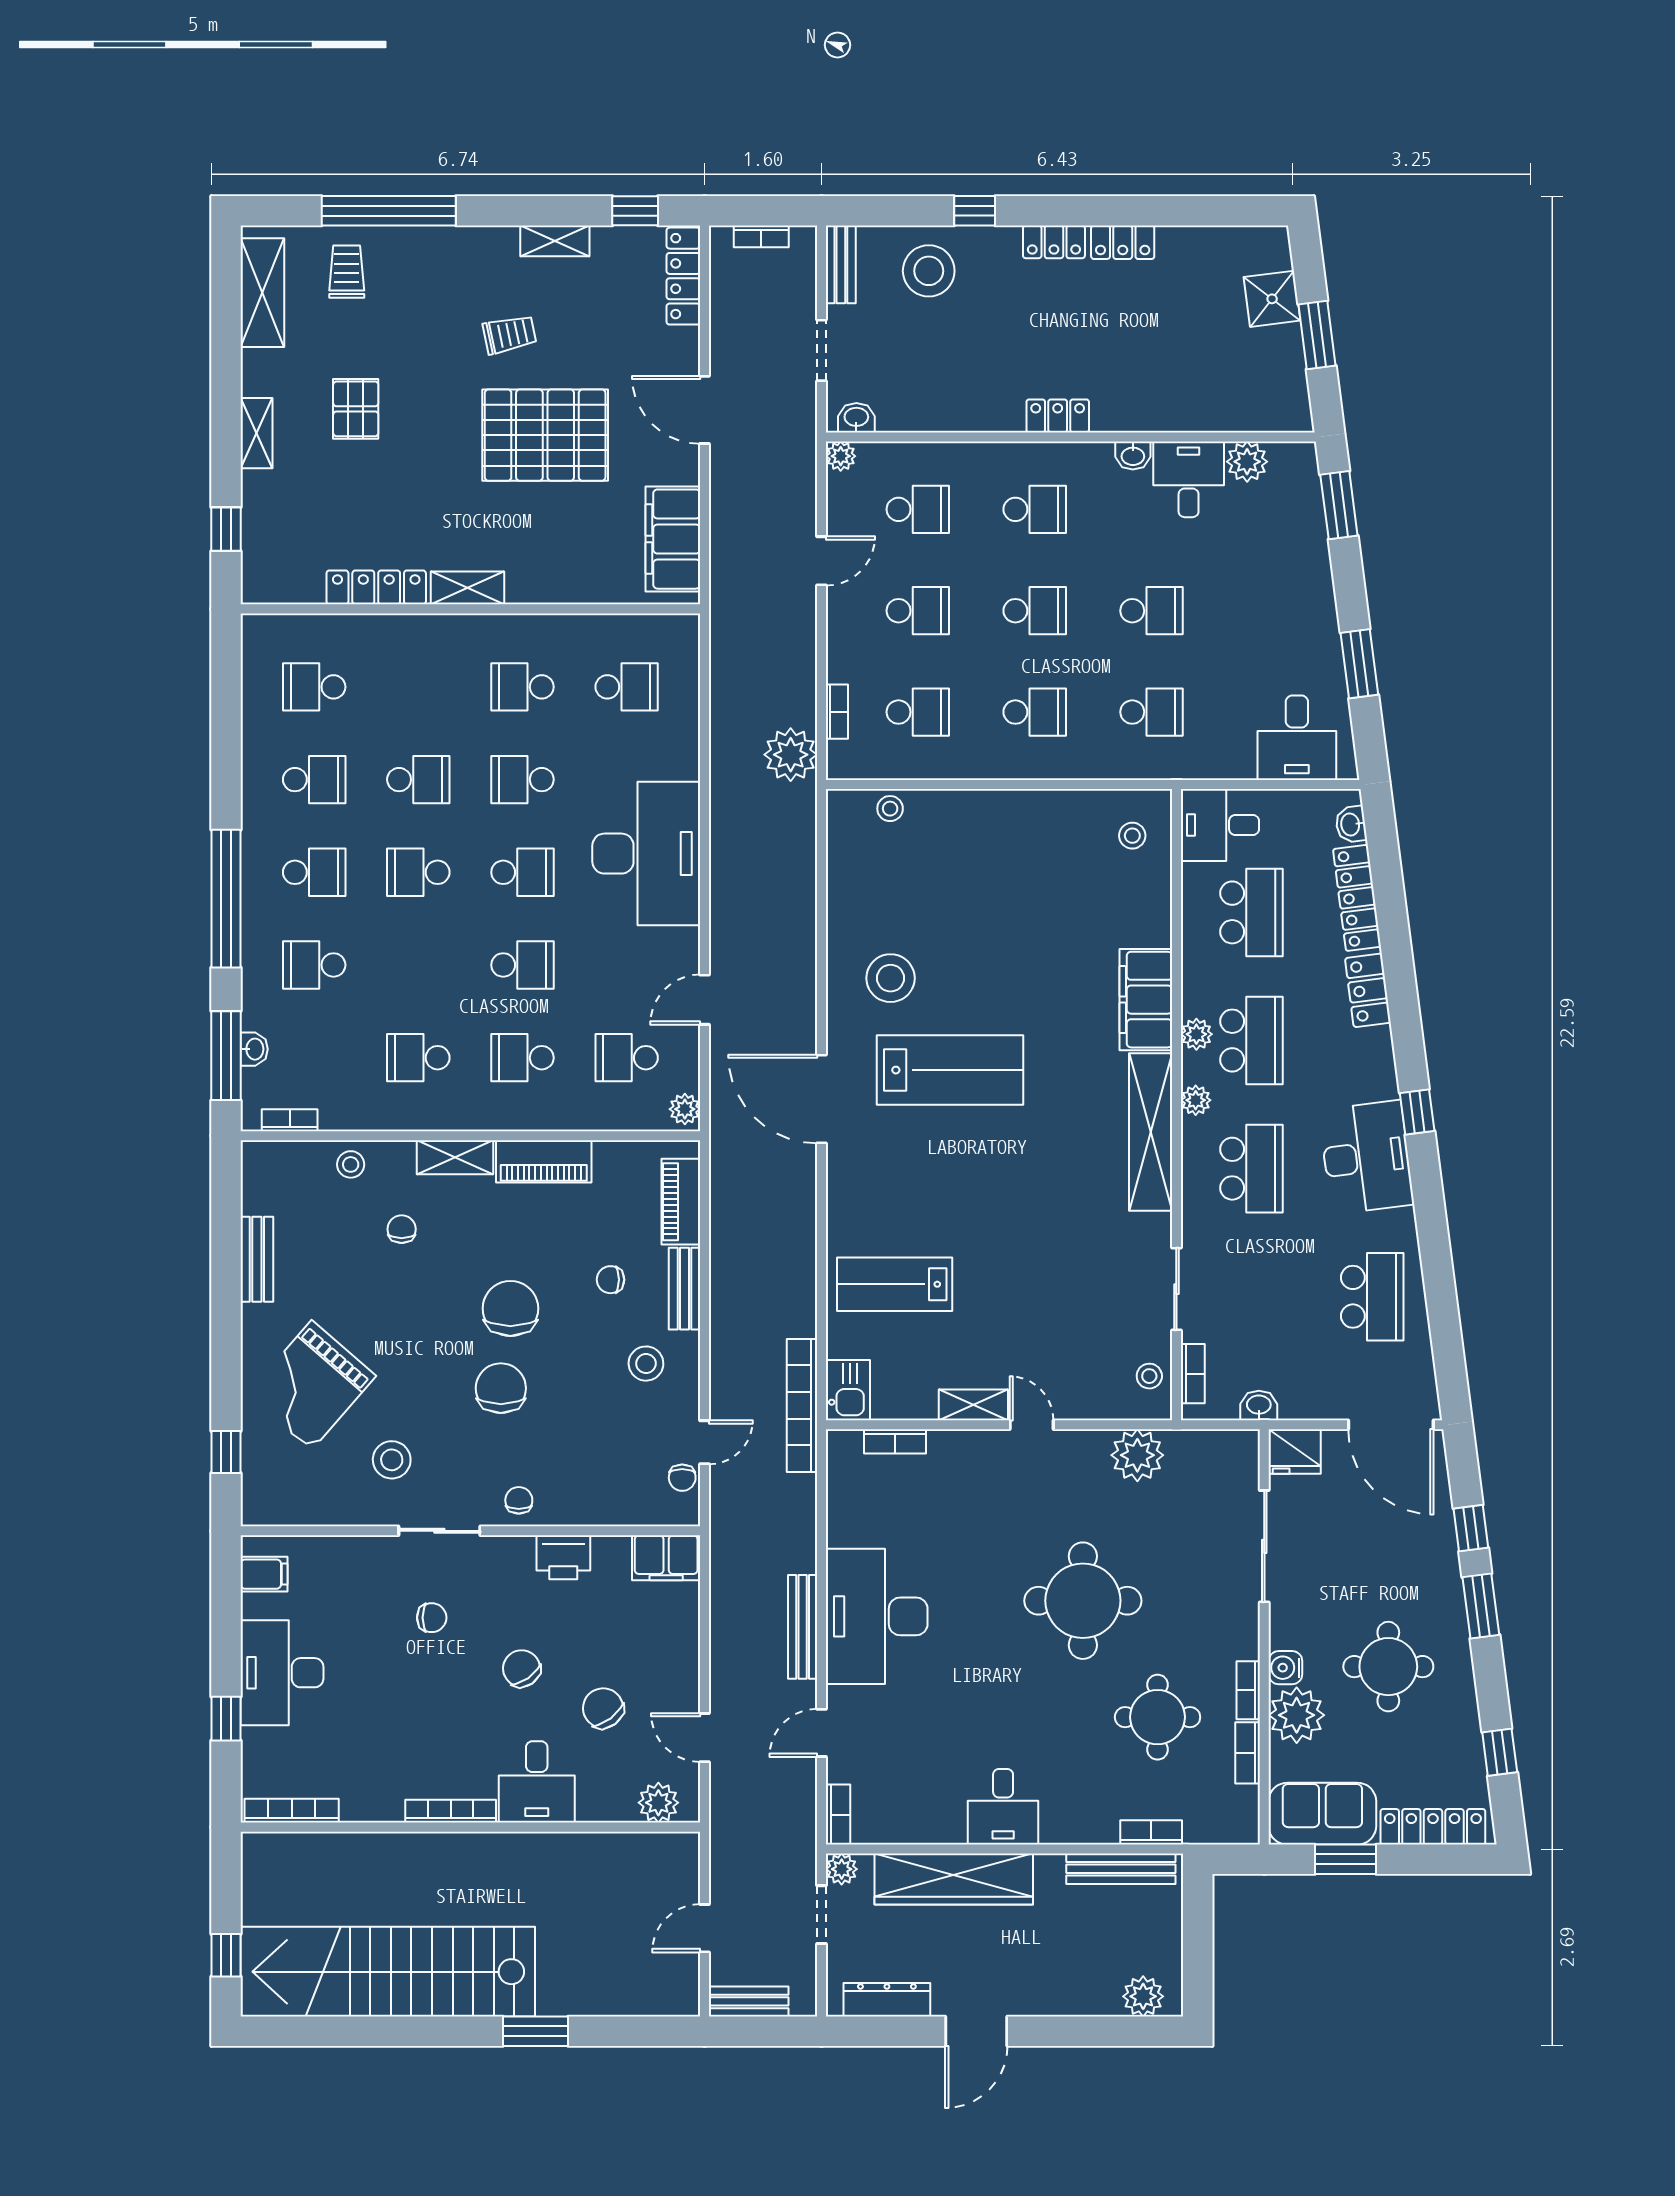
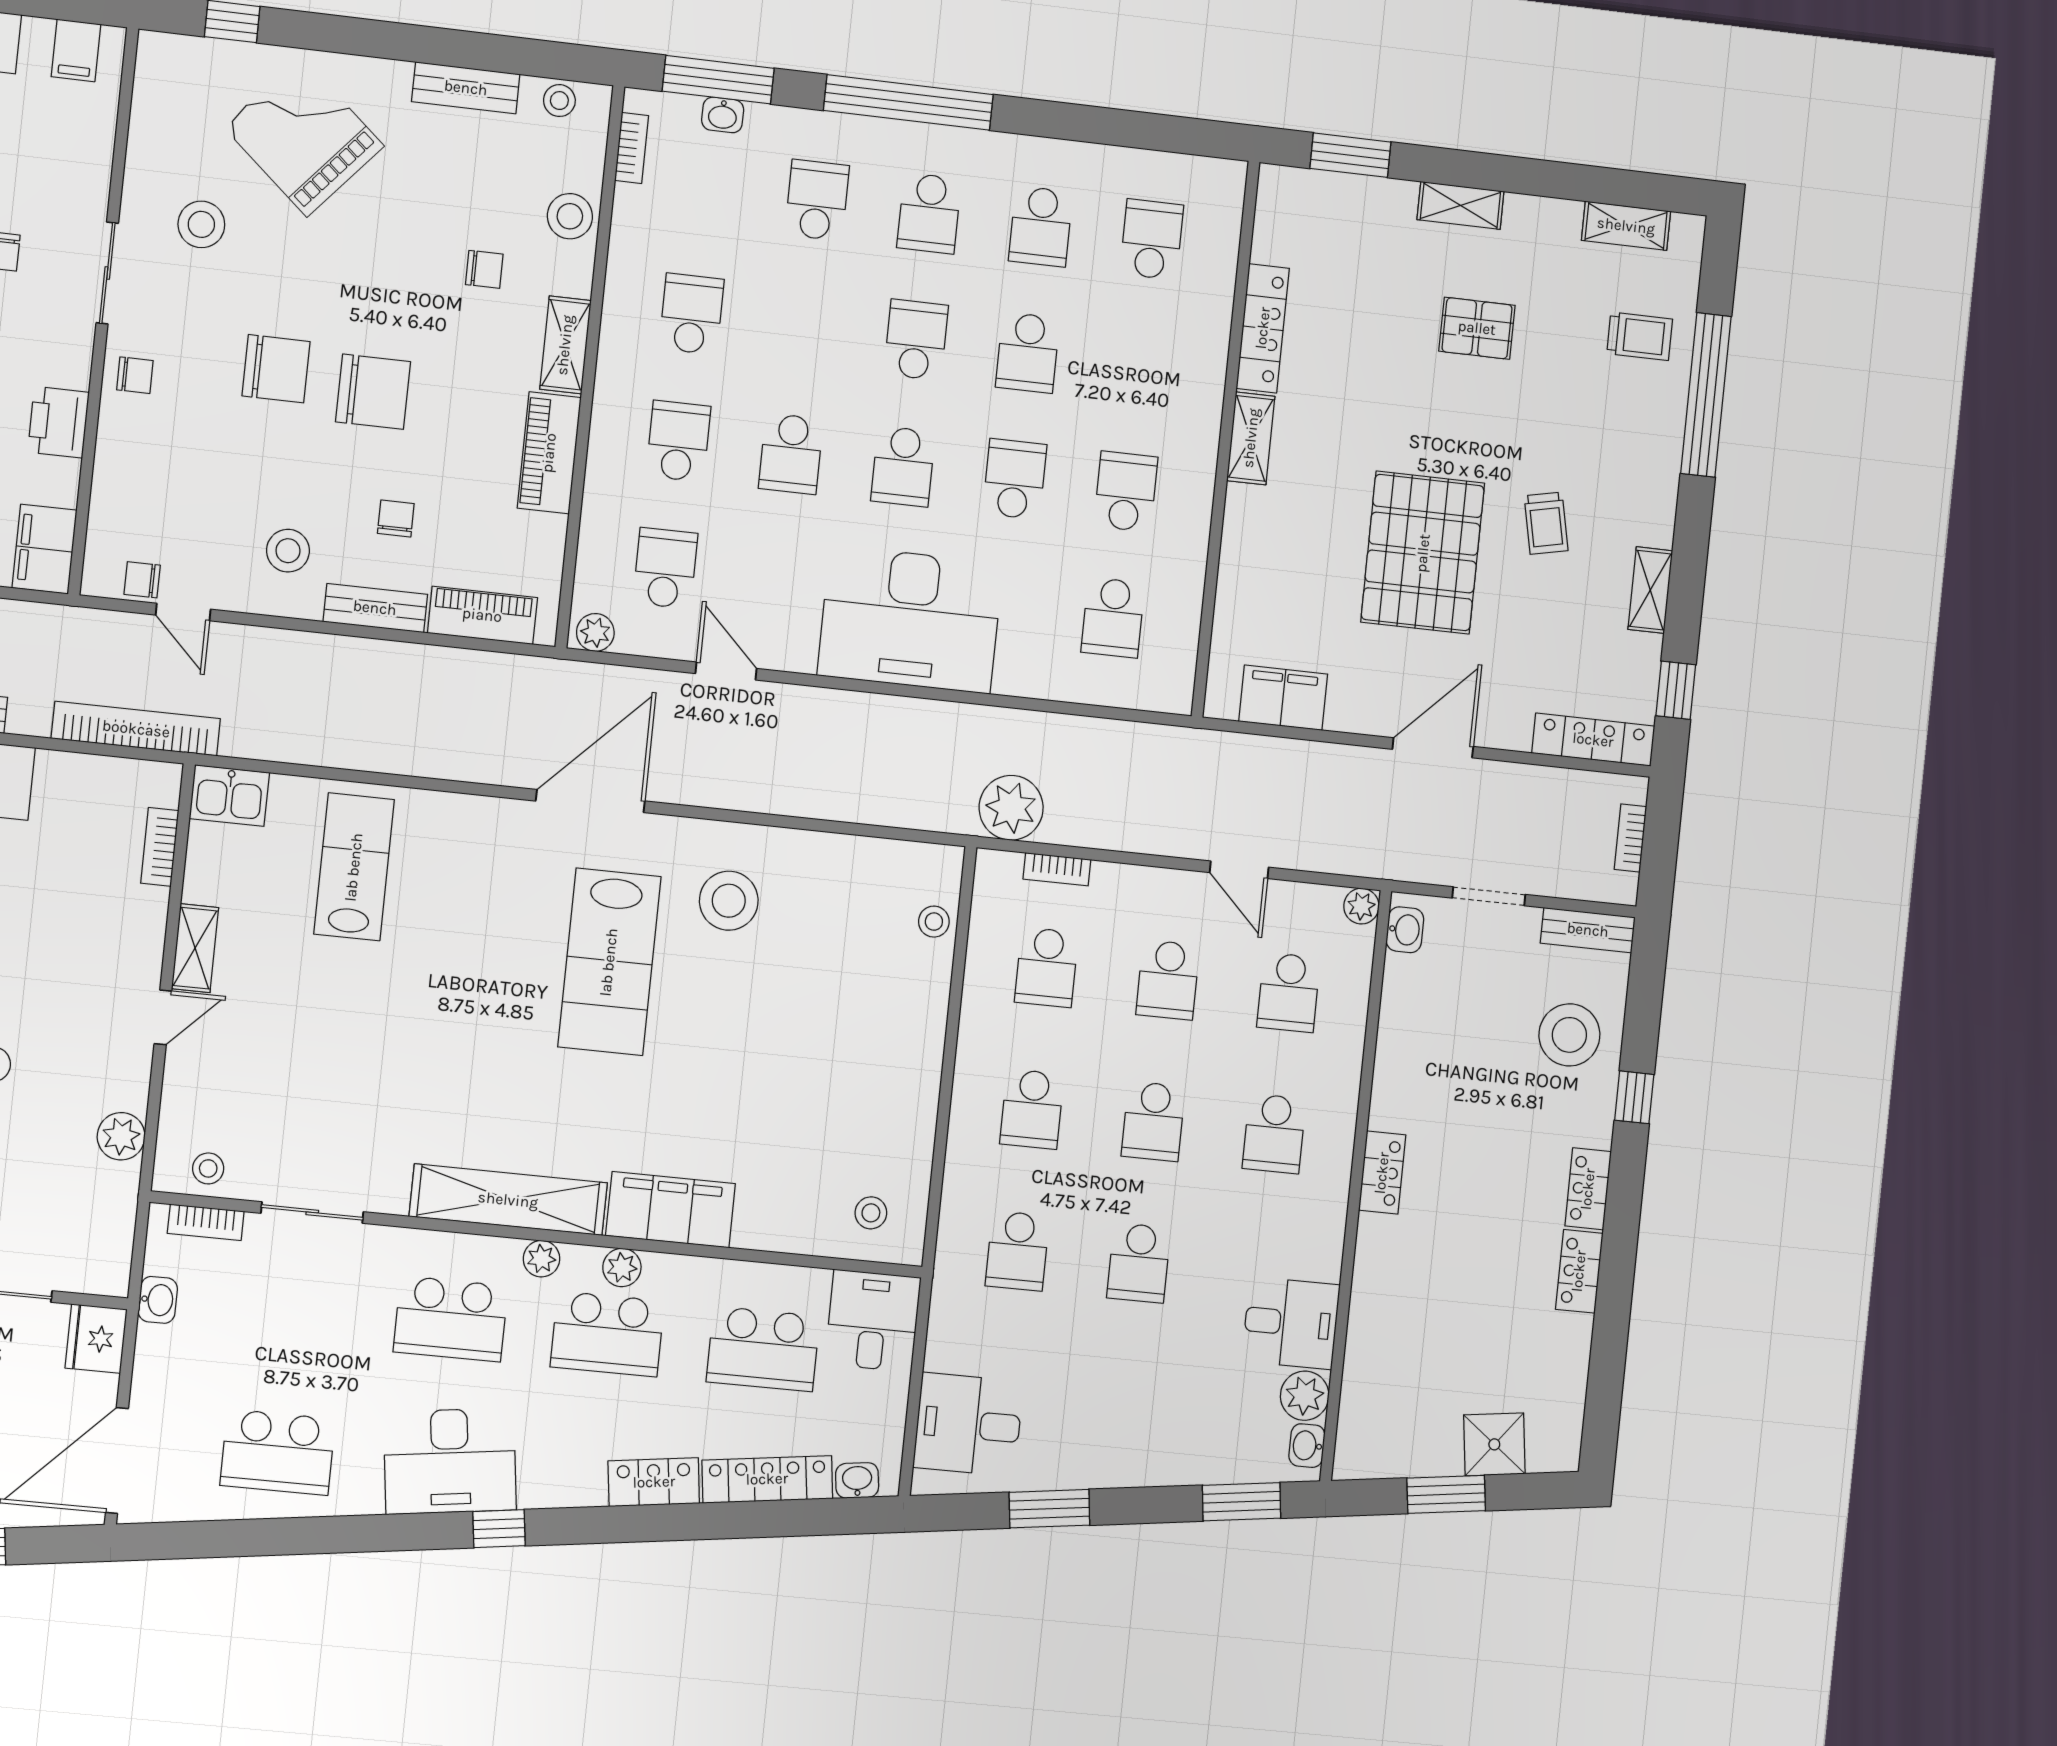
shelving: (262, 293) -> (1626, 226), width x0.67, depth x0.75
washbasin: (1133, 455) -> (1307, 1446), moved
window: (226, 529) -> (1350, 155), width x1.50
filing cabinet: (673, 539) -> (1283, 698), width x0.67, depth x0.86
stool: (351, 1164) -> (570, 216), width x1.37, depth x1.37
stool: (258, 1183) -> (559, 101), added
bookcase: (802, 1405) -> (136, 729), moved
plant: (1137, 1455) -> (121, 1136), width x0.73, depth x0.73

